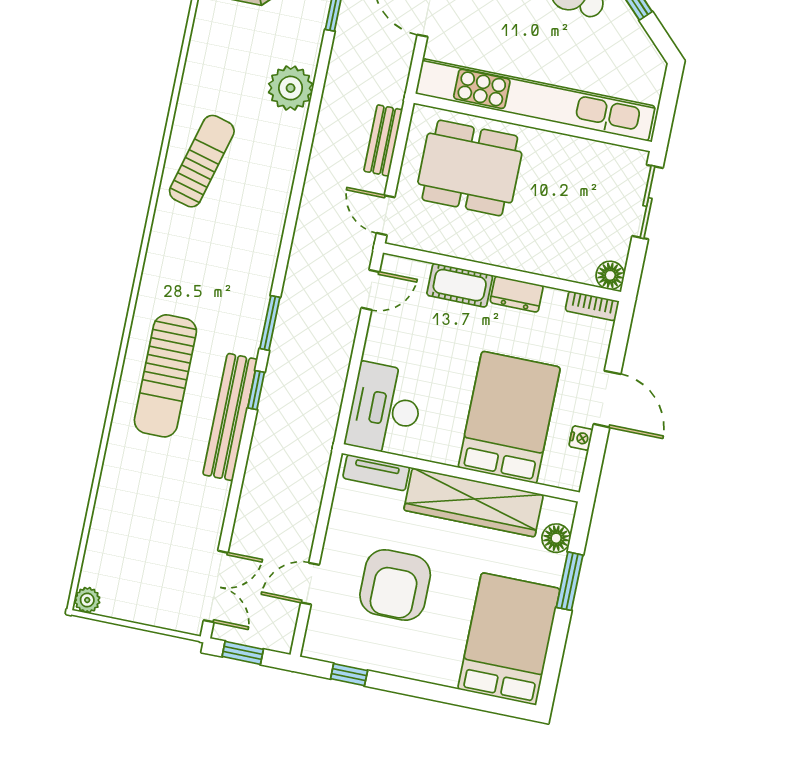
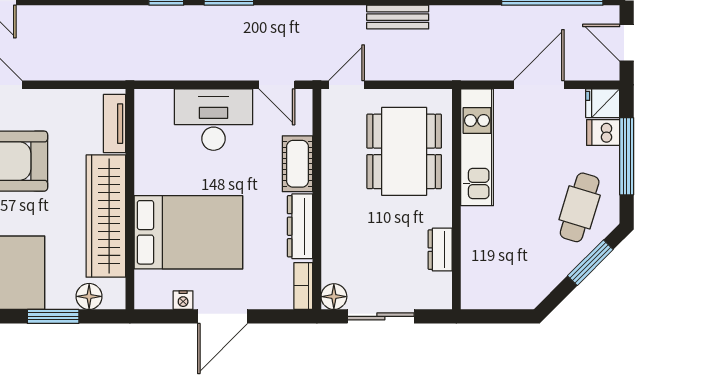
kitchen unit: (535, 100) -> (477, 147), width x0.54
bench: (383, 140) -> (398, 17), moved
dresser: (583, 151) -> (440, 250), added
sliding door: (647, 202) -> (381, 316), moved
dresser: (517, 294) -> (300, 226), width x1.44
desk: (385, 409) -> (214, 120), moved

